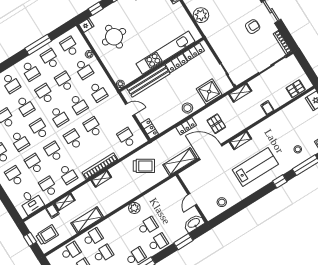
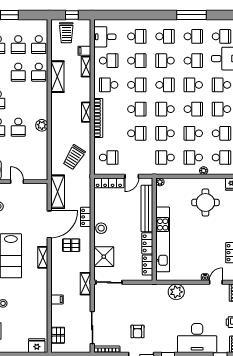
school desk: (64, 82) -> (193, 133), turned 180
locker: (150, 129) -> (109, 183), width x1.53

